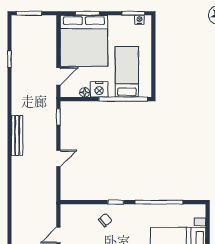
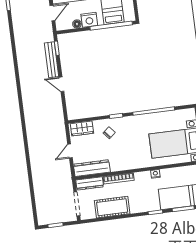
bench: (17, 136) -> (52, 60), moved
door: (58, 158) -> (61, 84), swing flipped
wardrobe: (75, 211) -> (82, 128), added

